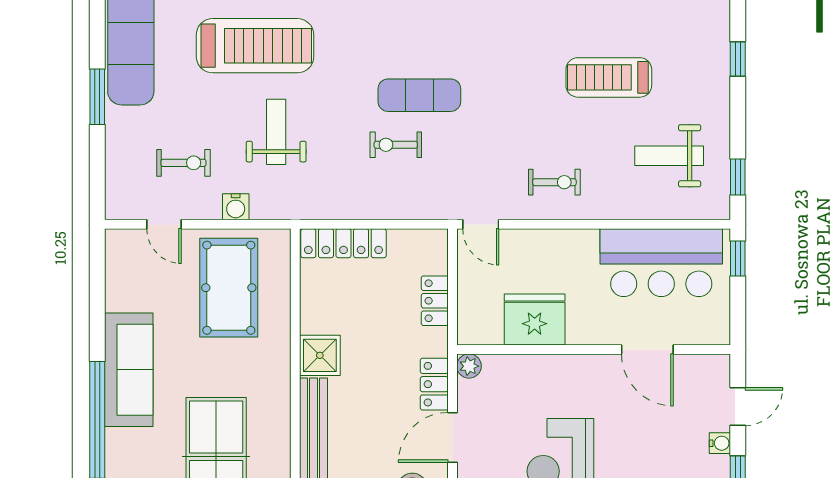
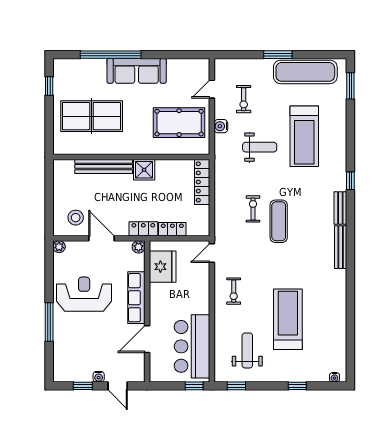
treadmill: (609, 77) -> (288, 319), width x1.37, depth x1.38
fridge: (535, 320) -> (163, 267), moved
row of seats: (567, 370) -> (136, 298), added
locker: (434, 384) -> (143, 229), moved

